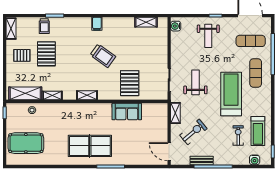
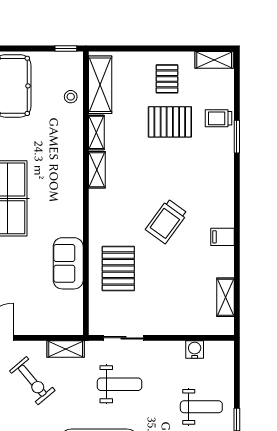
filing cabinet: (97, 24) -> (223, 237), moved
water cooler: (176, 26) -> (195, 349), moved
weight bench: (208, 36) -> (201, 407), turned 180
pallet: (130, 83) -> (118, 269), turned 90
shelving: (87, 95) -> (97, 170), moved

